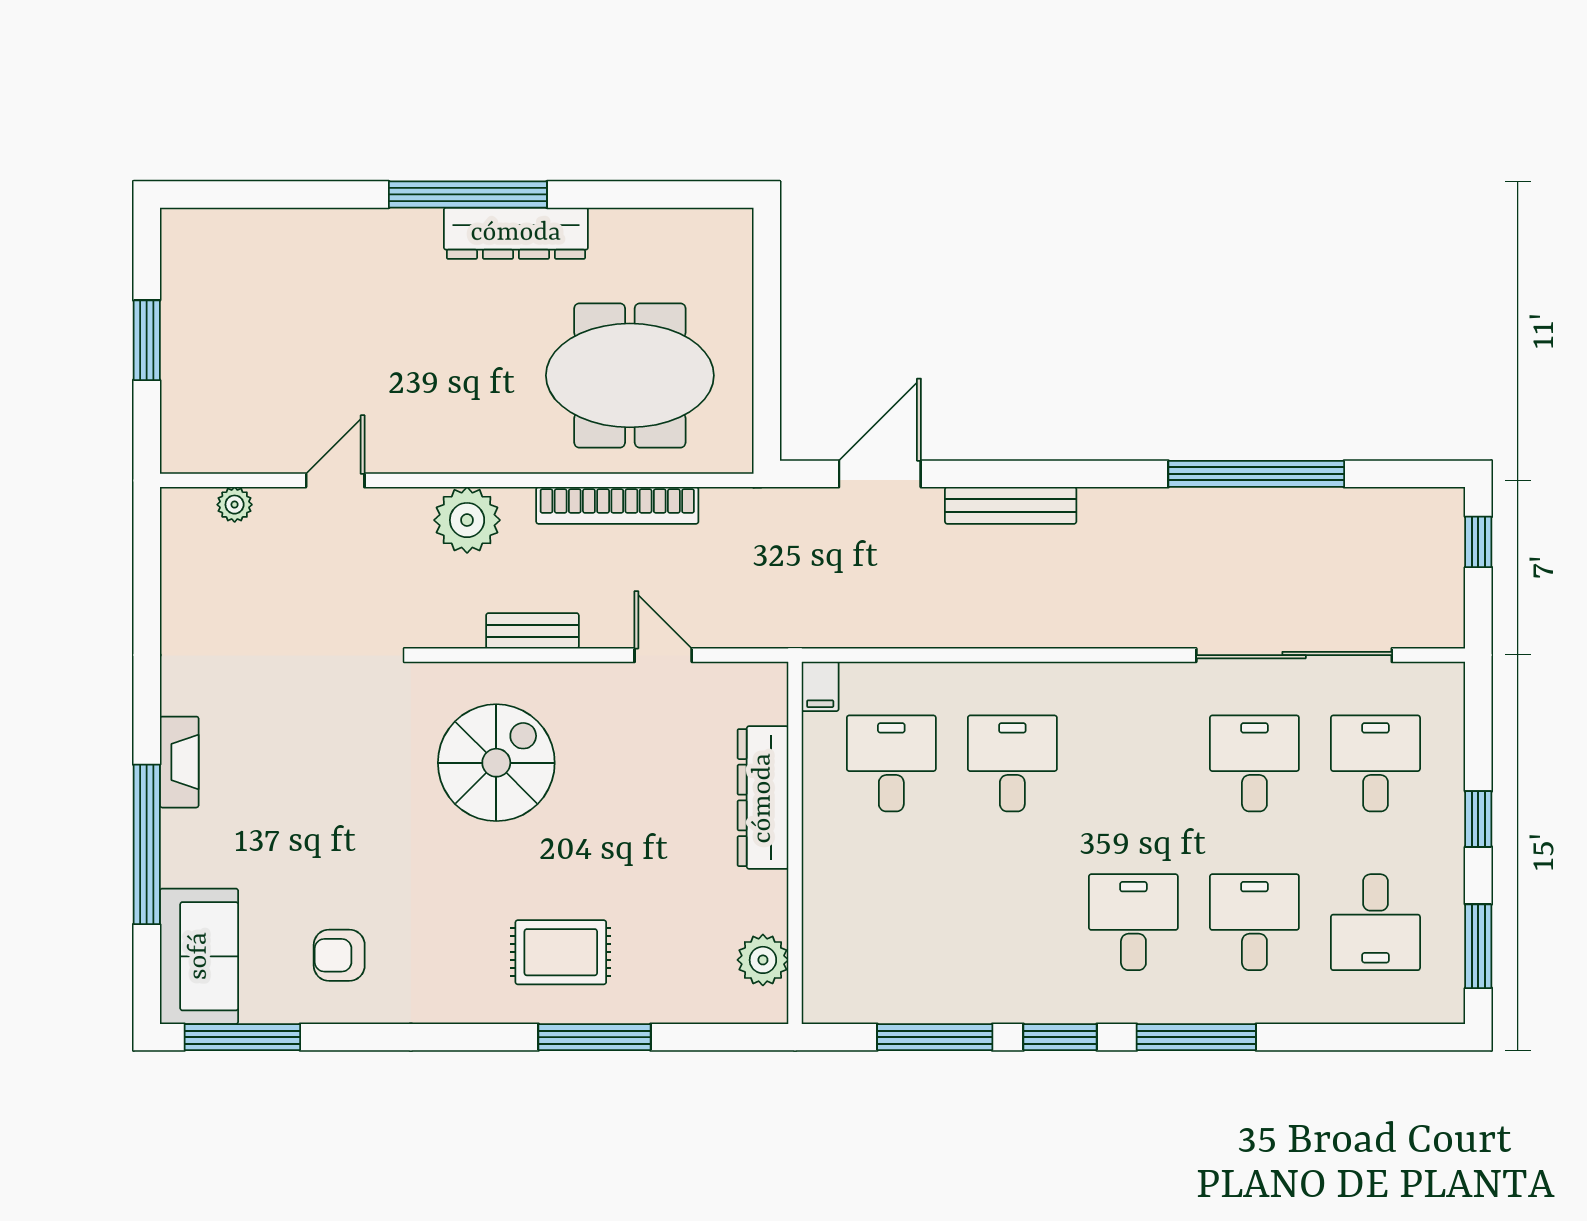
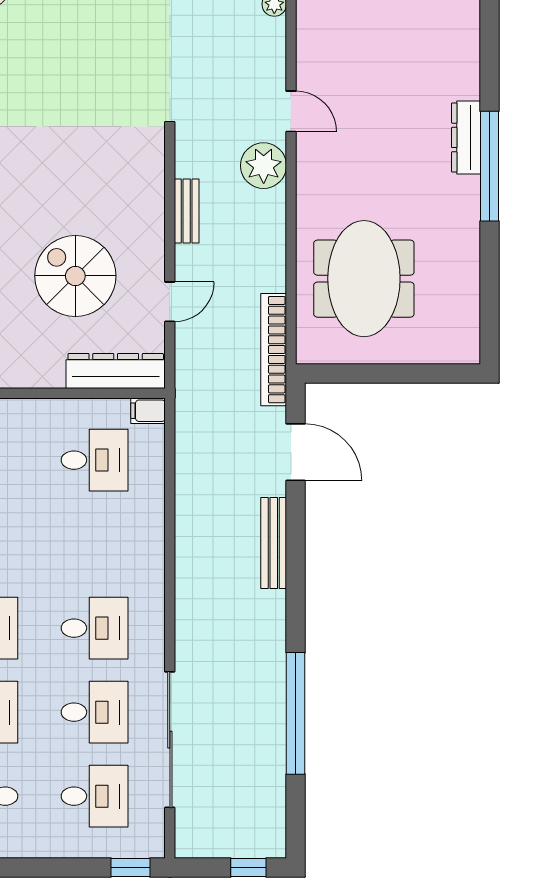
dresser: (516, 233) -> (466, 137), moved, width x0.73, depth x0.80
door: (335, 480) -> (291, 111), moved
bookcase: (617, 505) -> (274, 350), moved
spiral stairs: (496, 763) -> (75, 276), moved, turned 180
desk: (1012, 763) -> (95, 628), moved
dresser: (763, 798) -> (116, 371), moved
window: (1478, 819) -> (130, 868), moved

